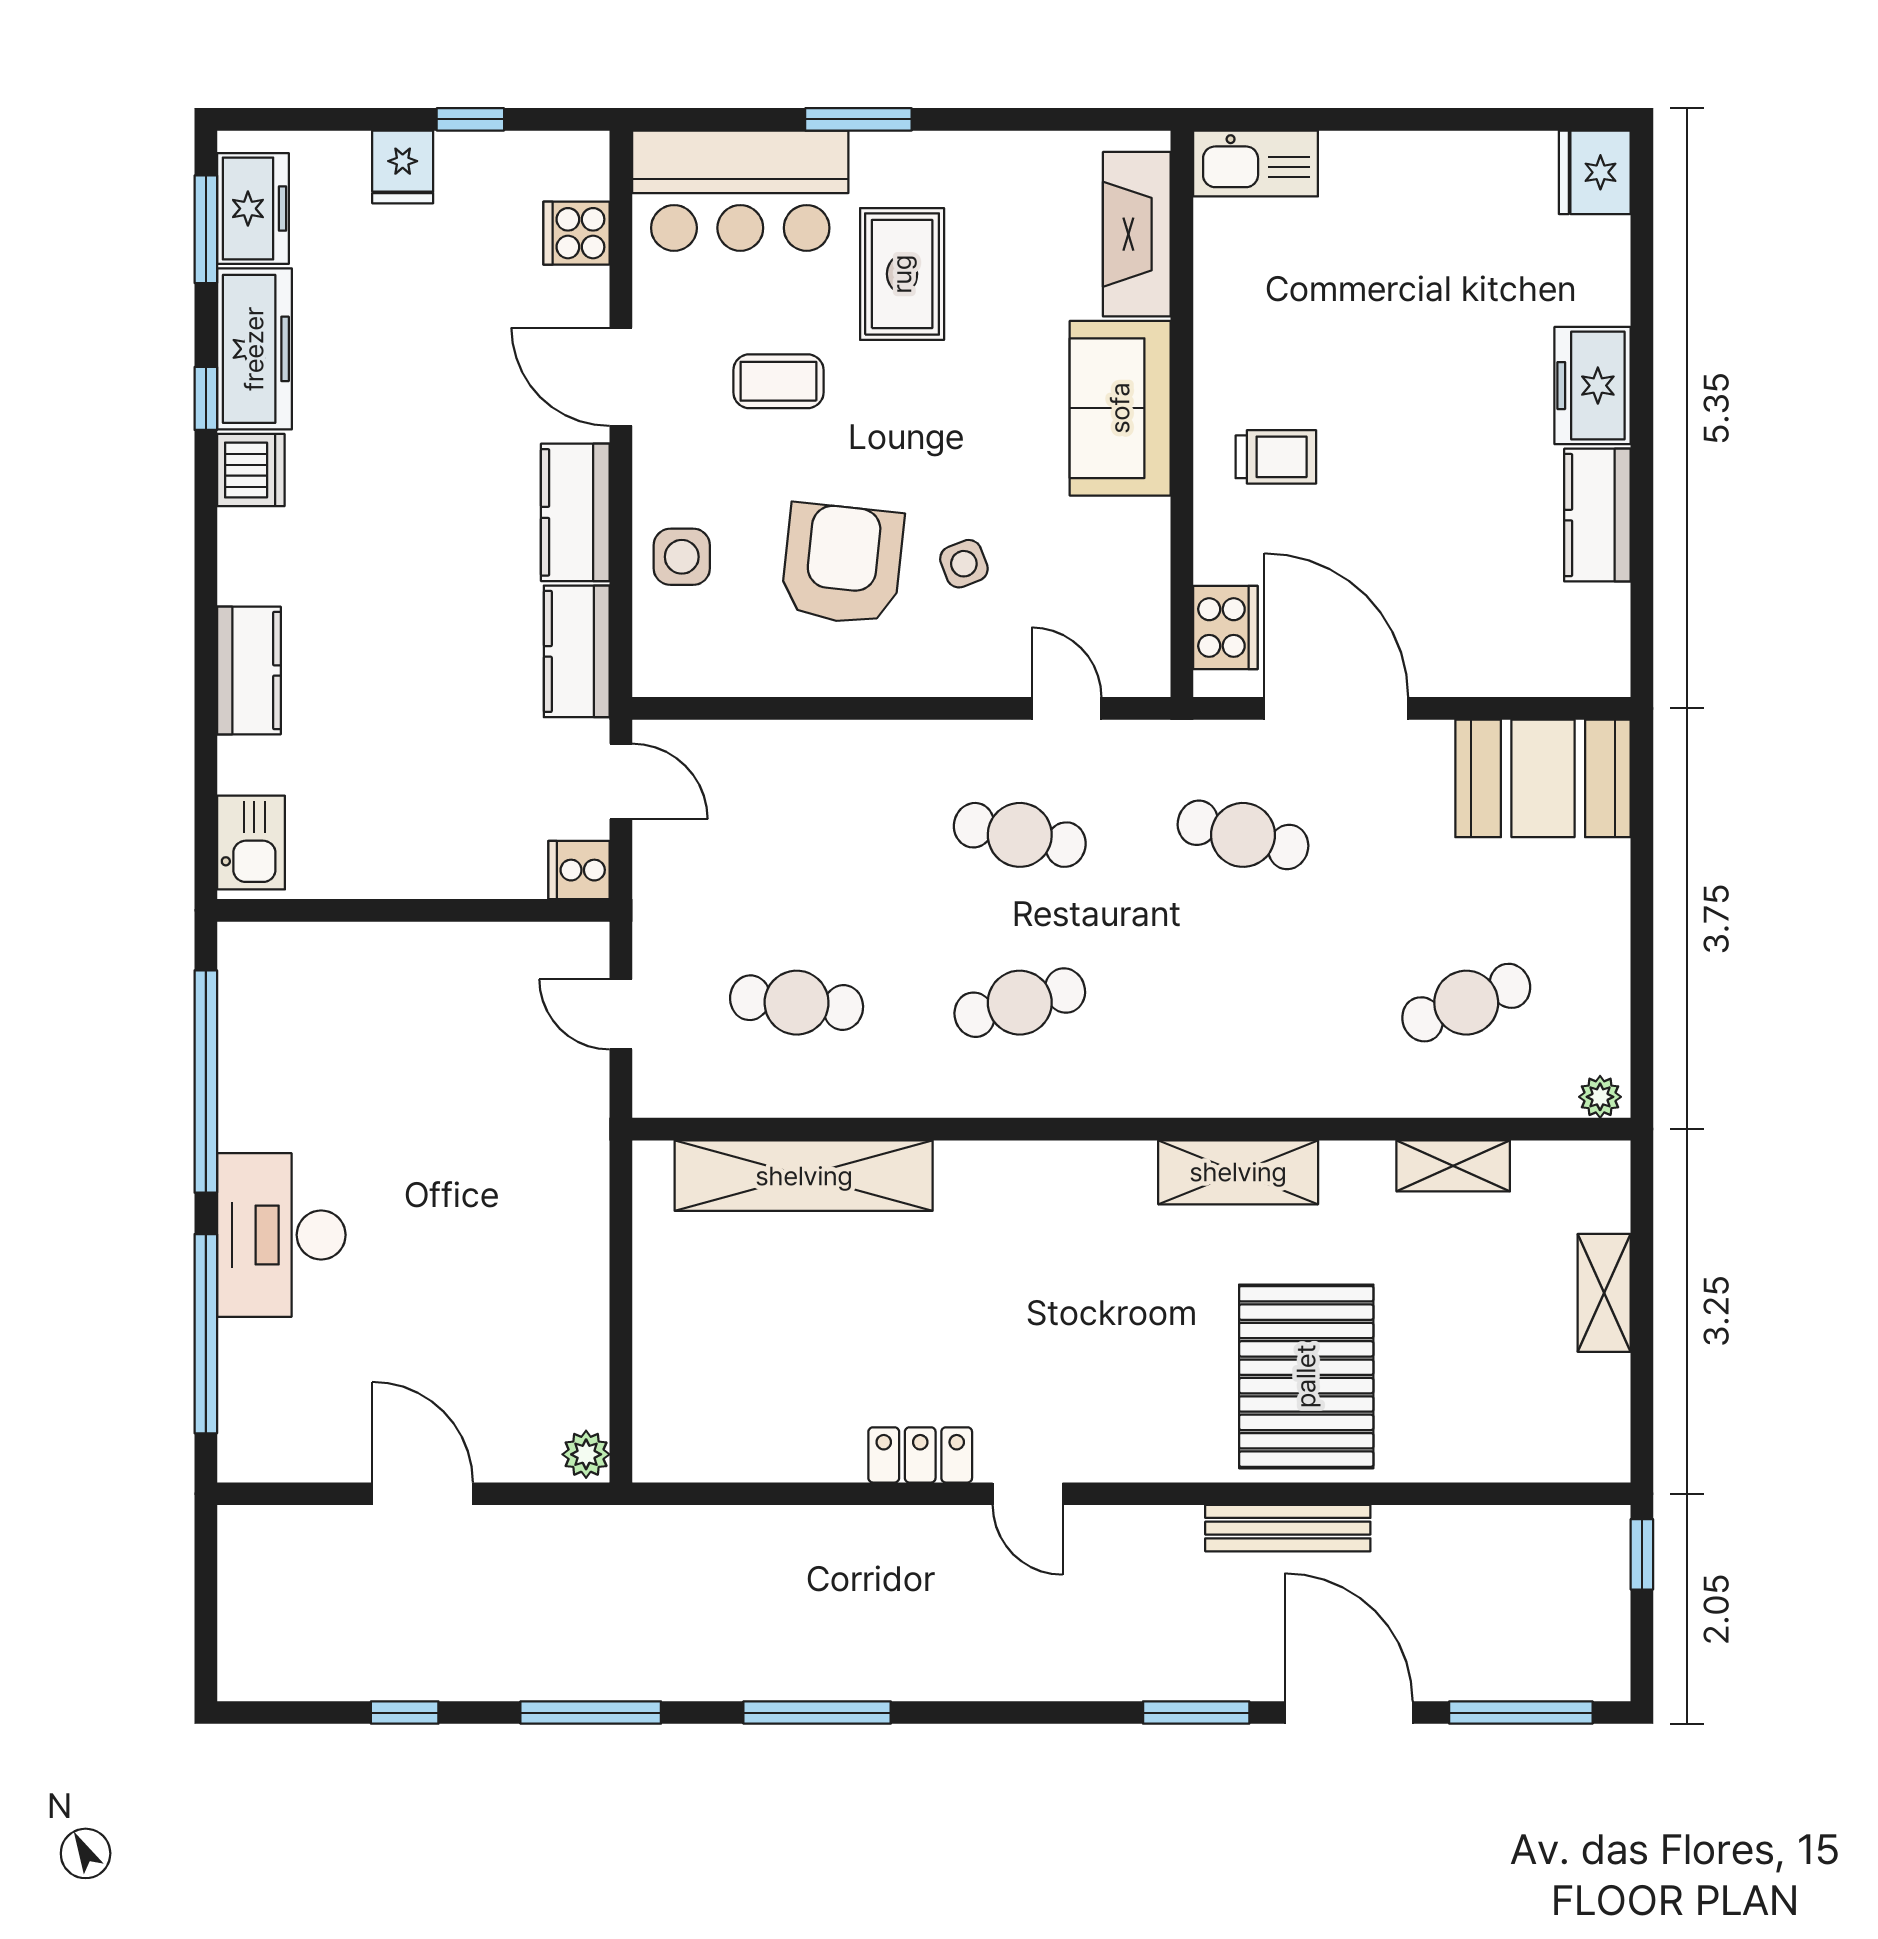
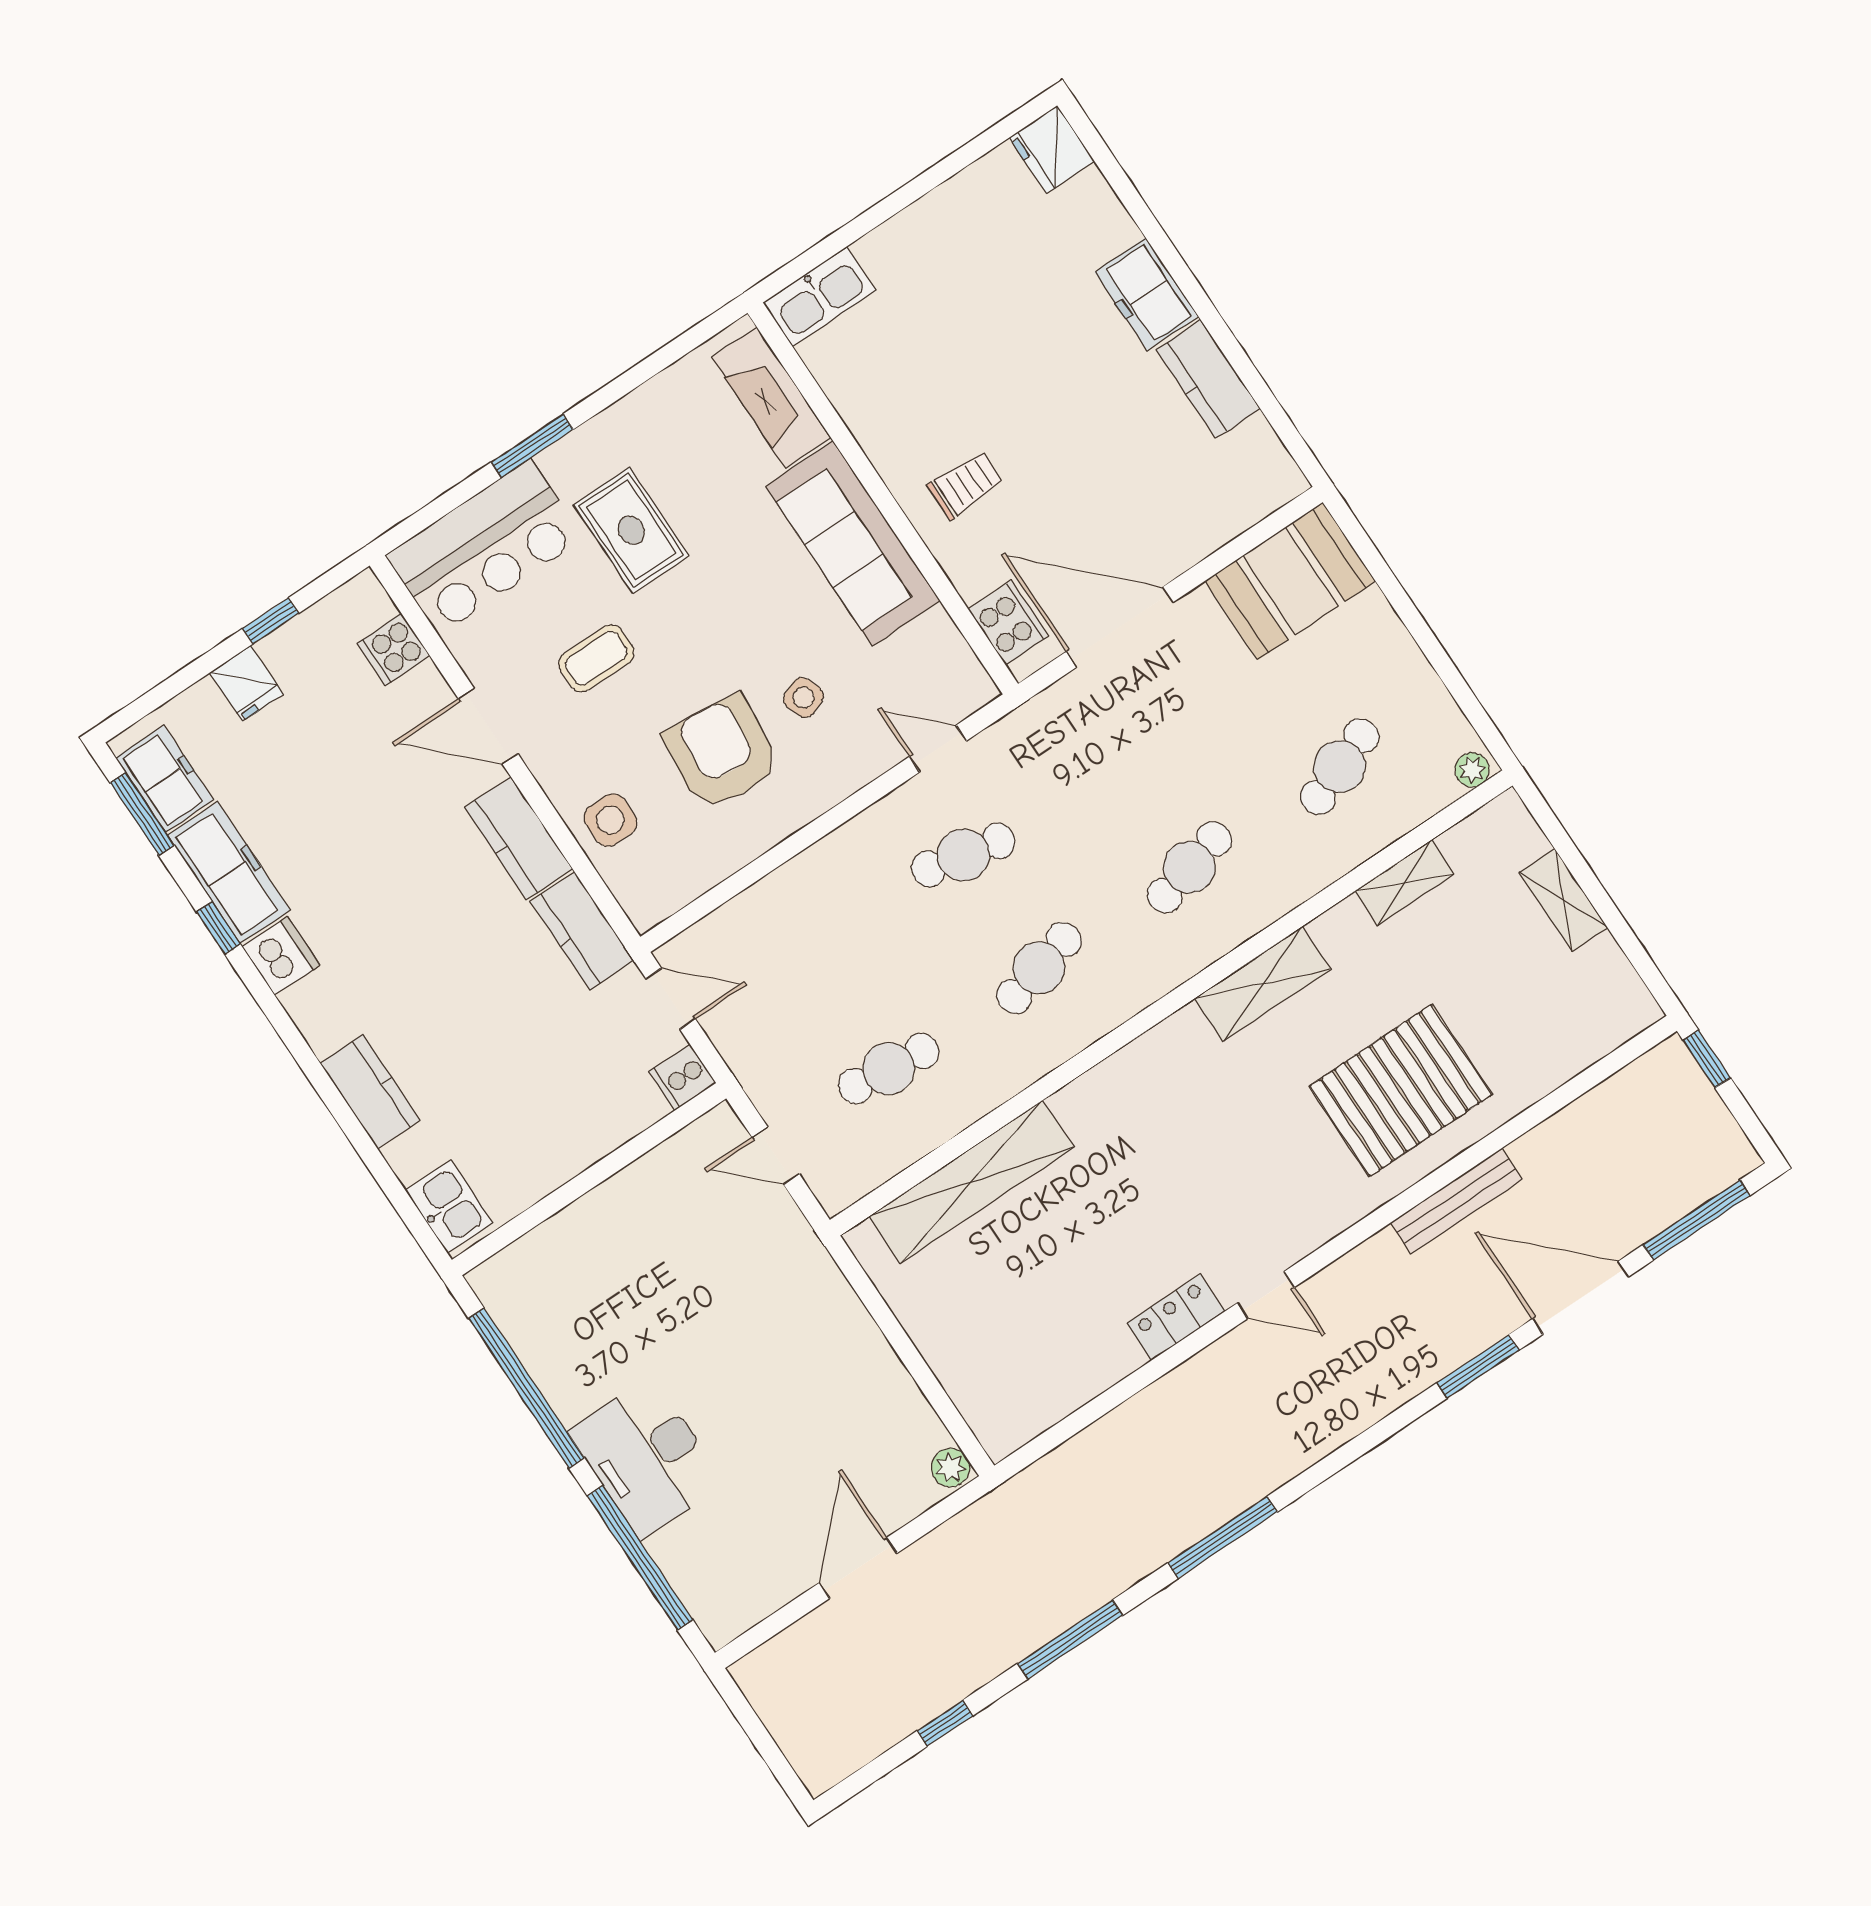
sofa: (1120, 408) -> (853, 544), width x1.36
cafe table: (1243, 835) -> (1189, 867), moved, turned -30
pallet: (1306, 1376) -> (1400, 1091), turned 90
door: (422, 1494) -> (858, 1568), hinge flipped

